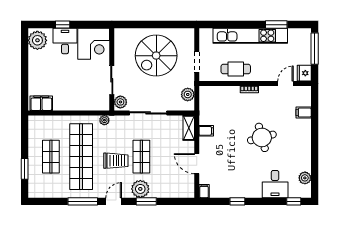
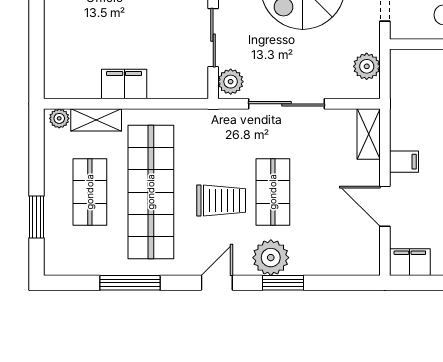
filing cabinet: (41, 103) -> (124, 84), moved
plant: (104, 120) -> (59, 118), moved
shelving: (54, 121) -> (96, 120), added
filing cabinet: (206, 131) -> (404, 162), moved
filing cabinet: (204, 191) -> (410, 262), width x2.00
window: (83, 201) -> (130, 283), moved

